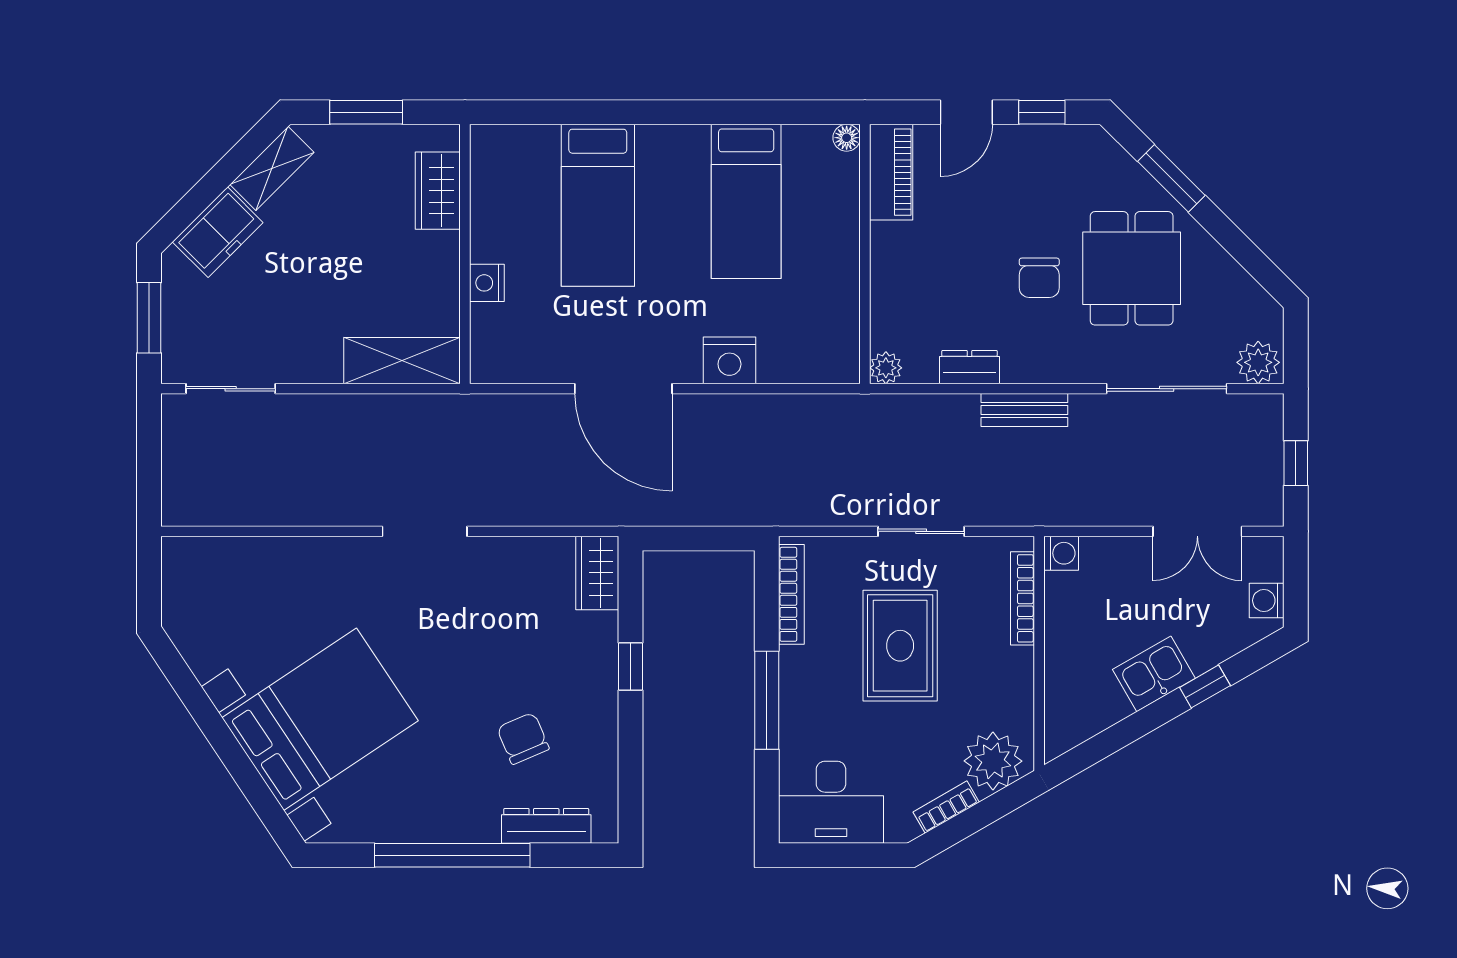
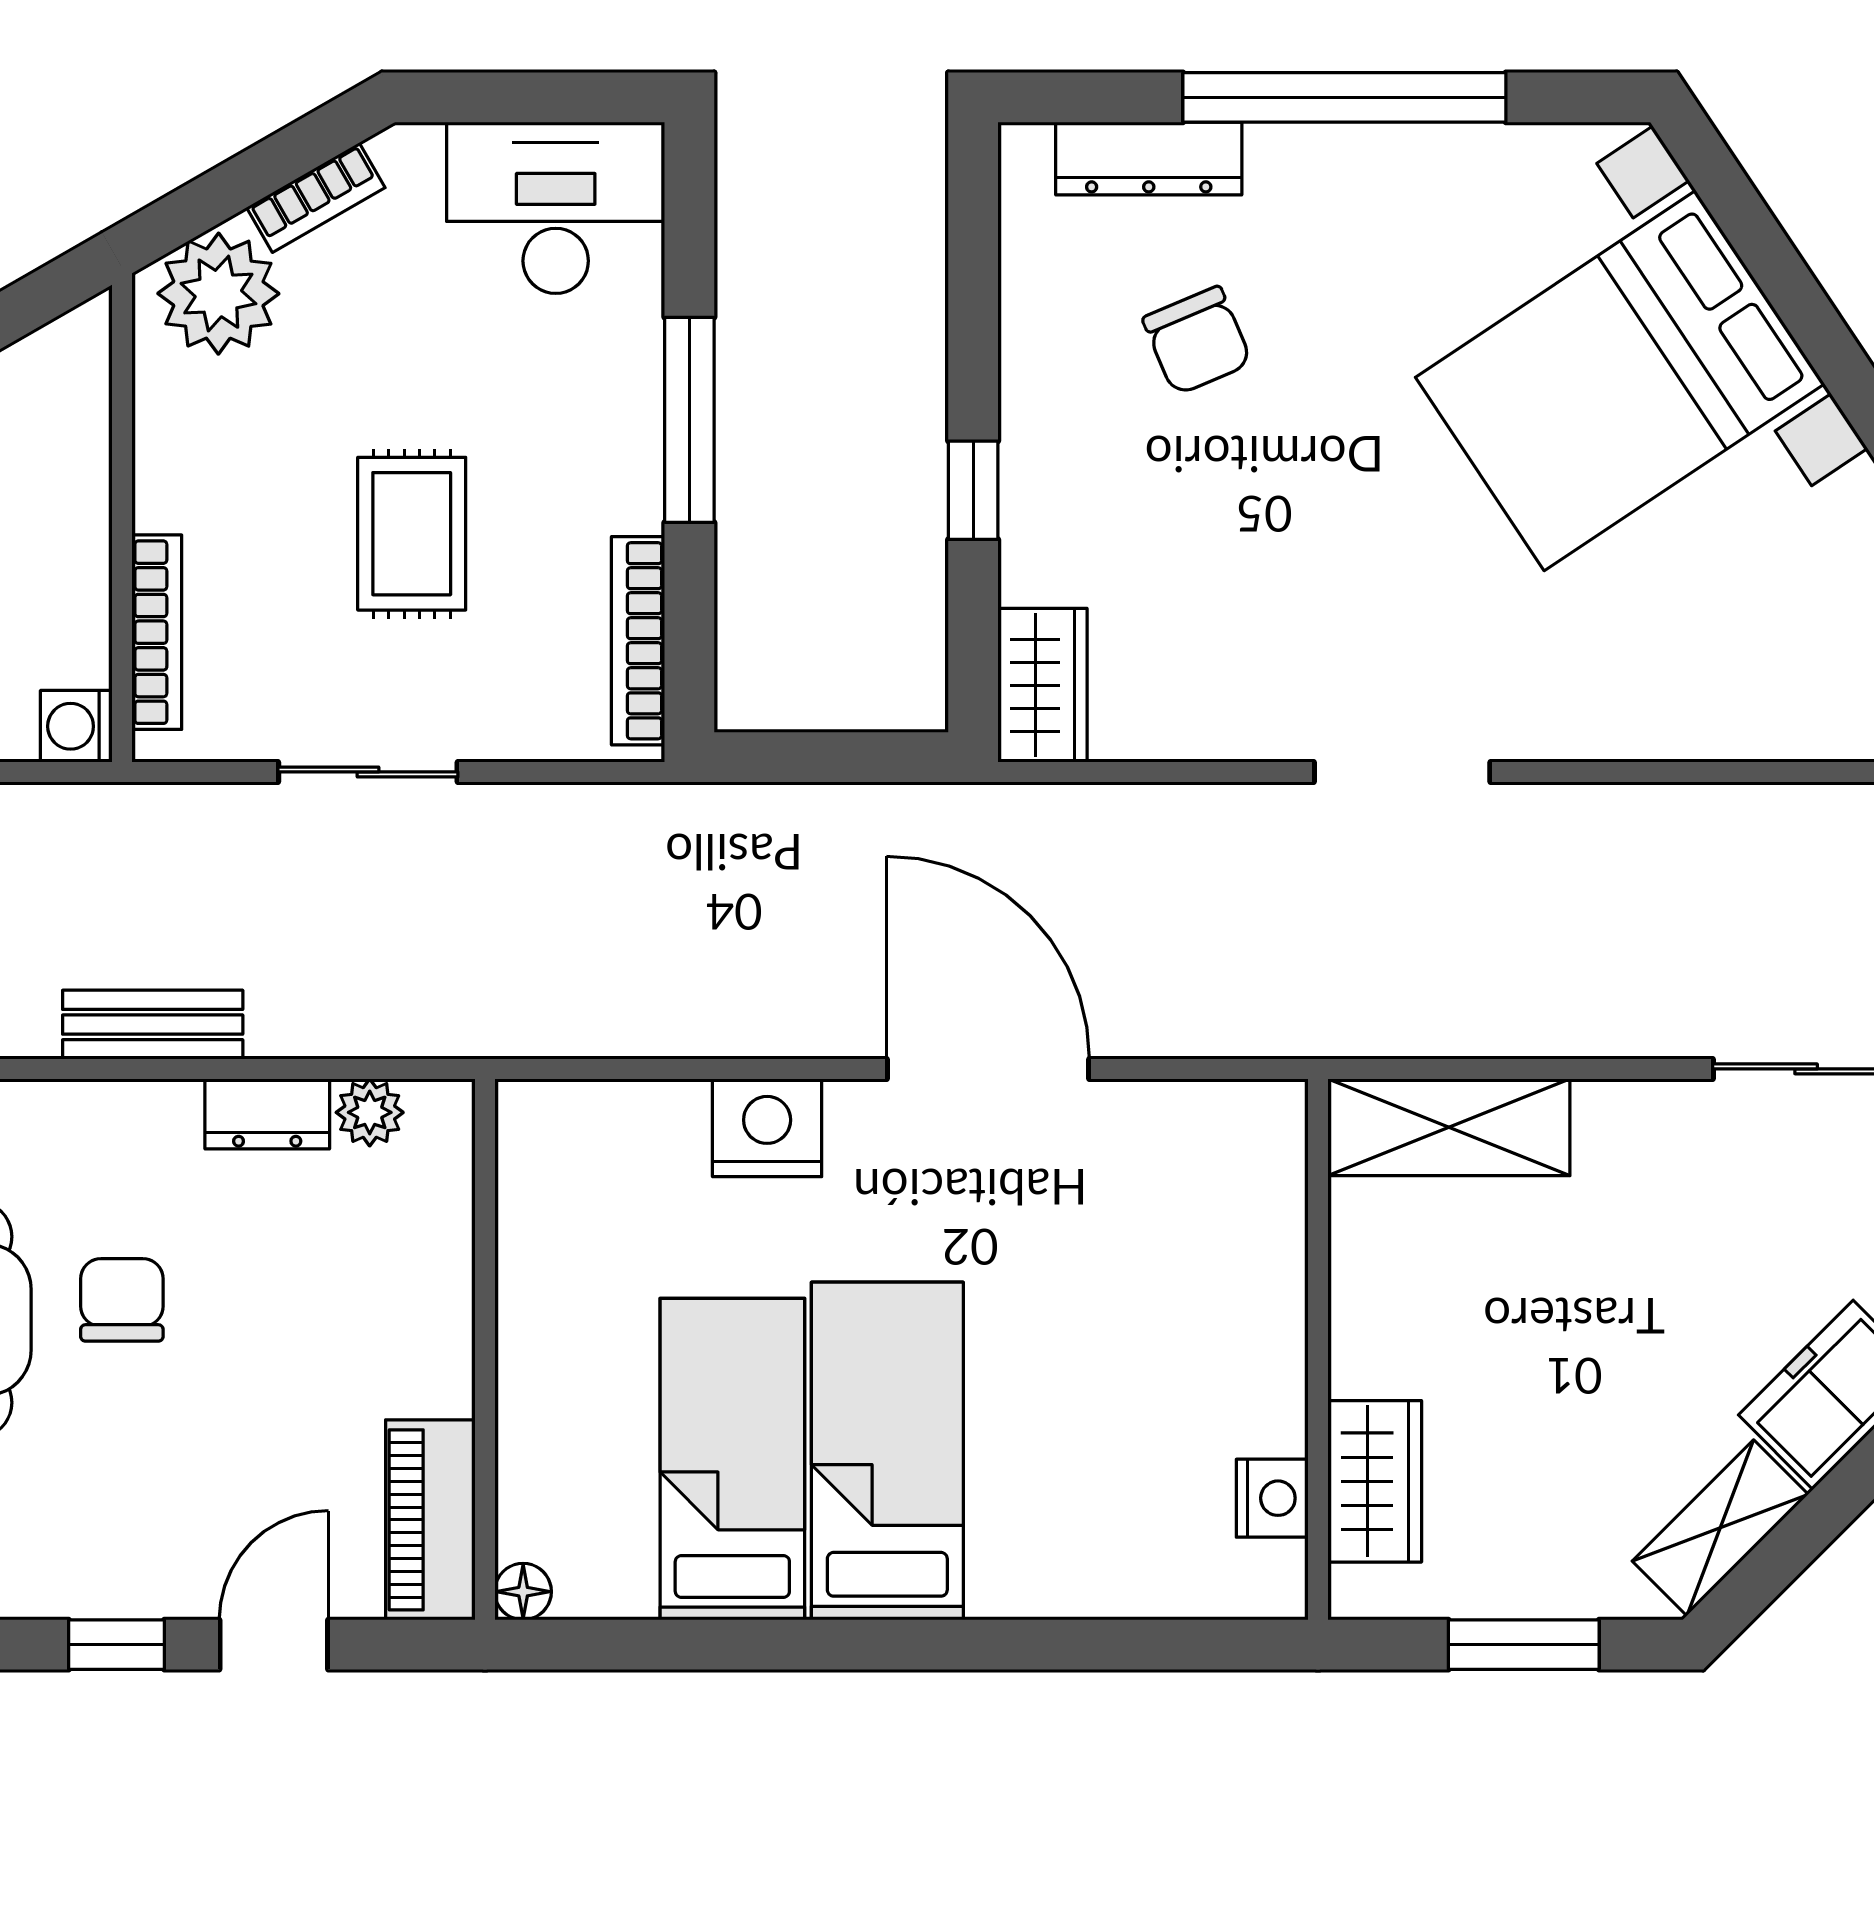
bed: (598, 205) -> (887, 1451), moved
nightstand: (487, 283) -> (1272, 1498), moved
plant: (886, 368) -> (370, 1112), moved
rug: (900, 646) -> (412, 534), width x0.73, depth x0.70

